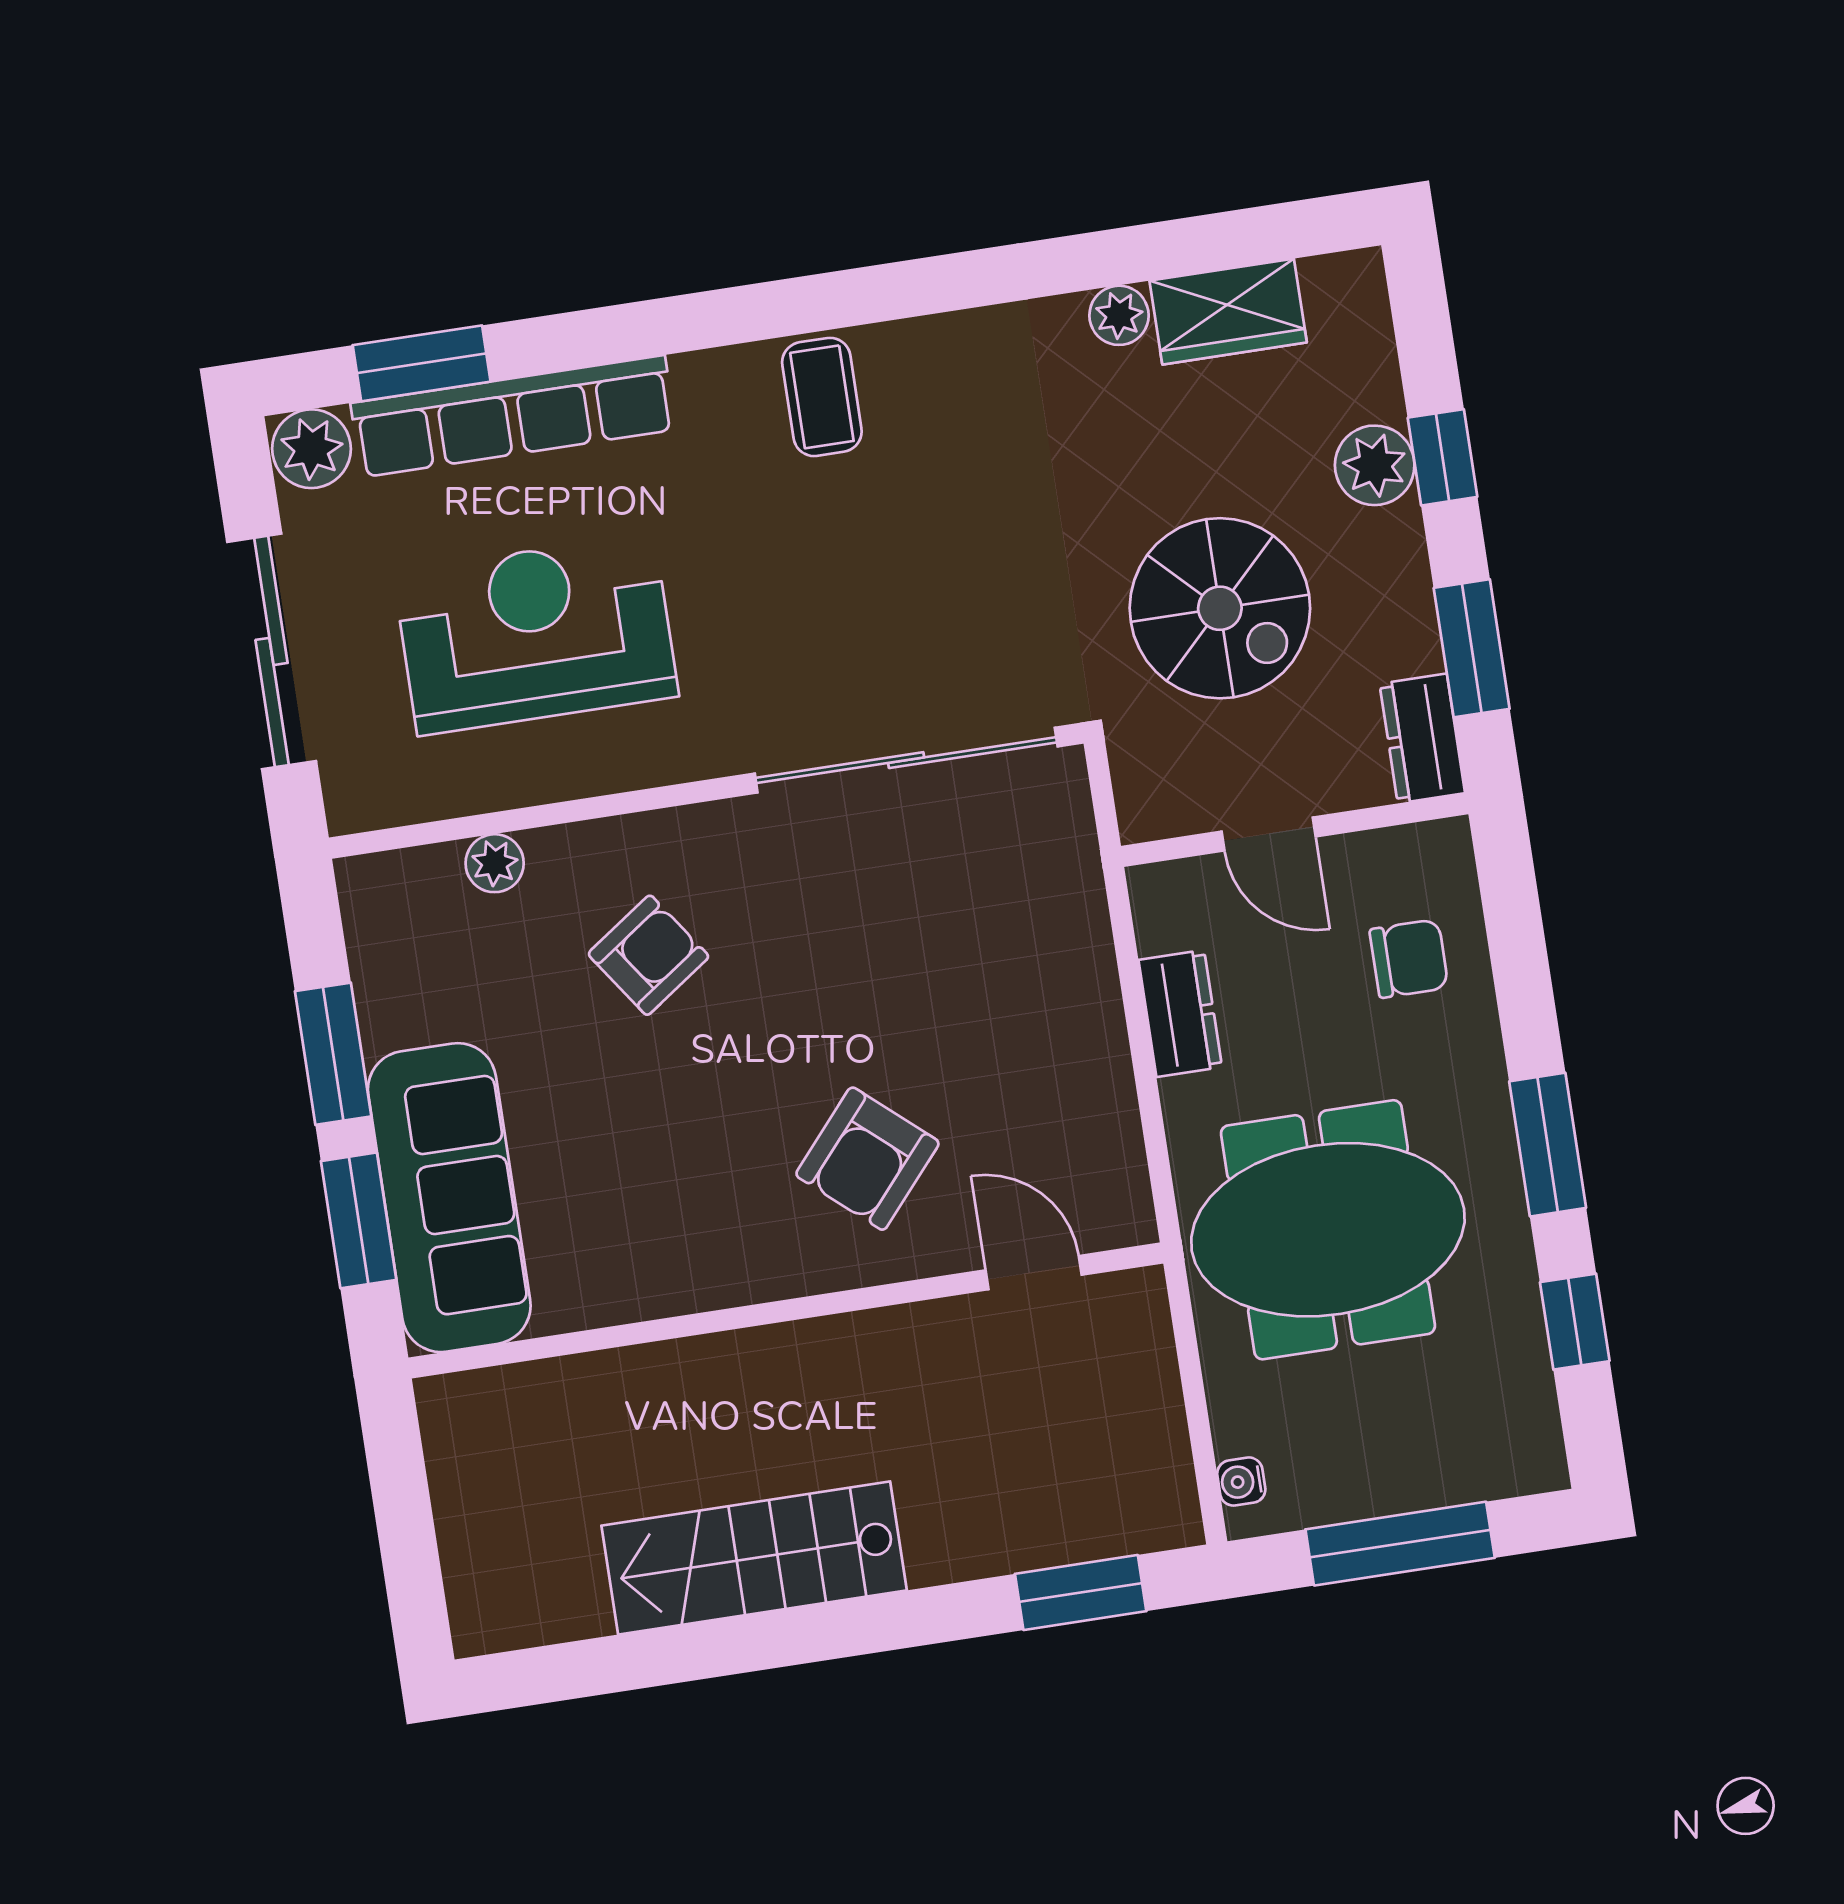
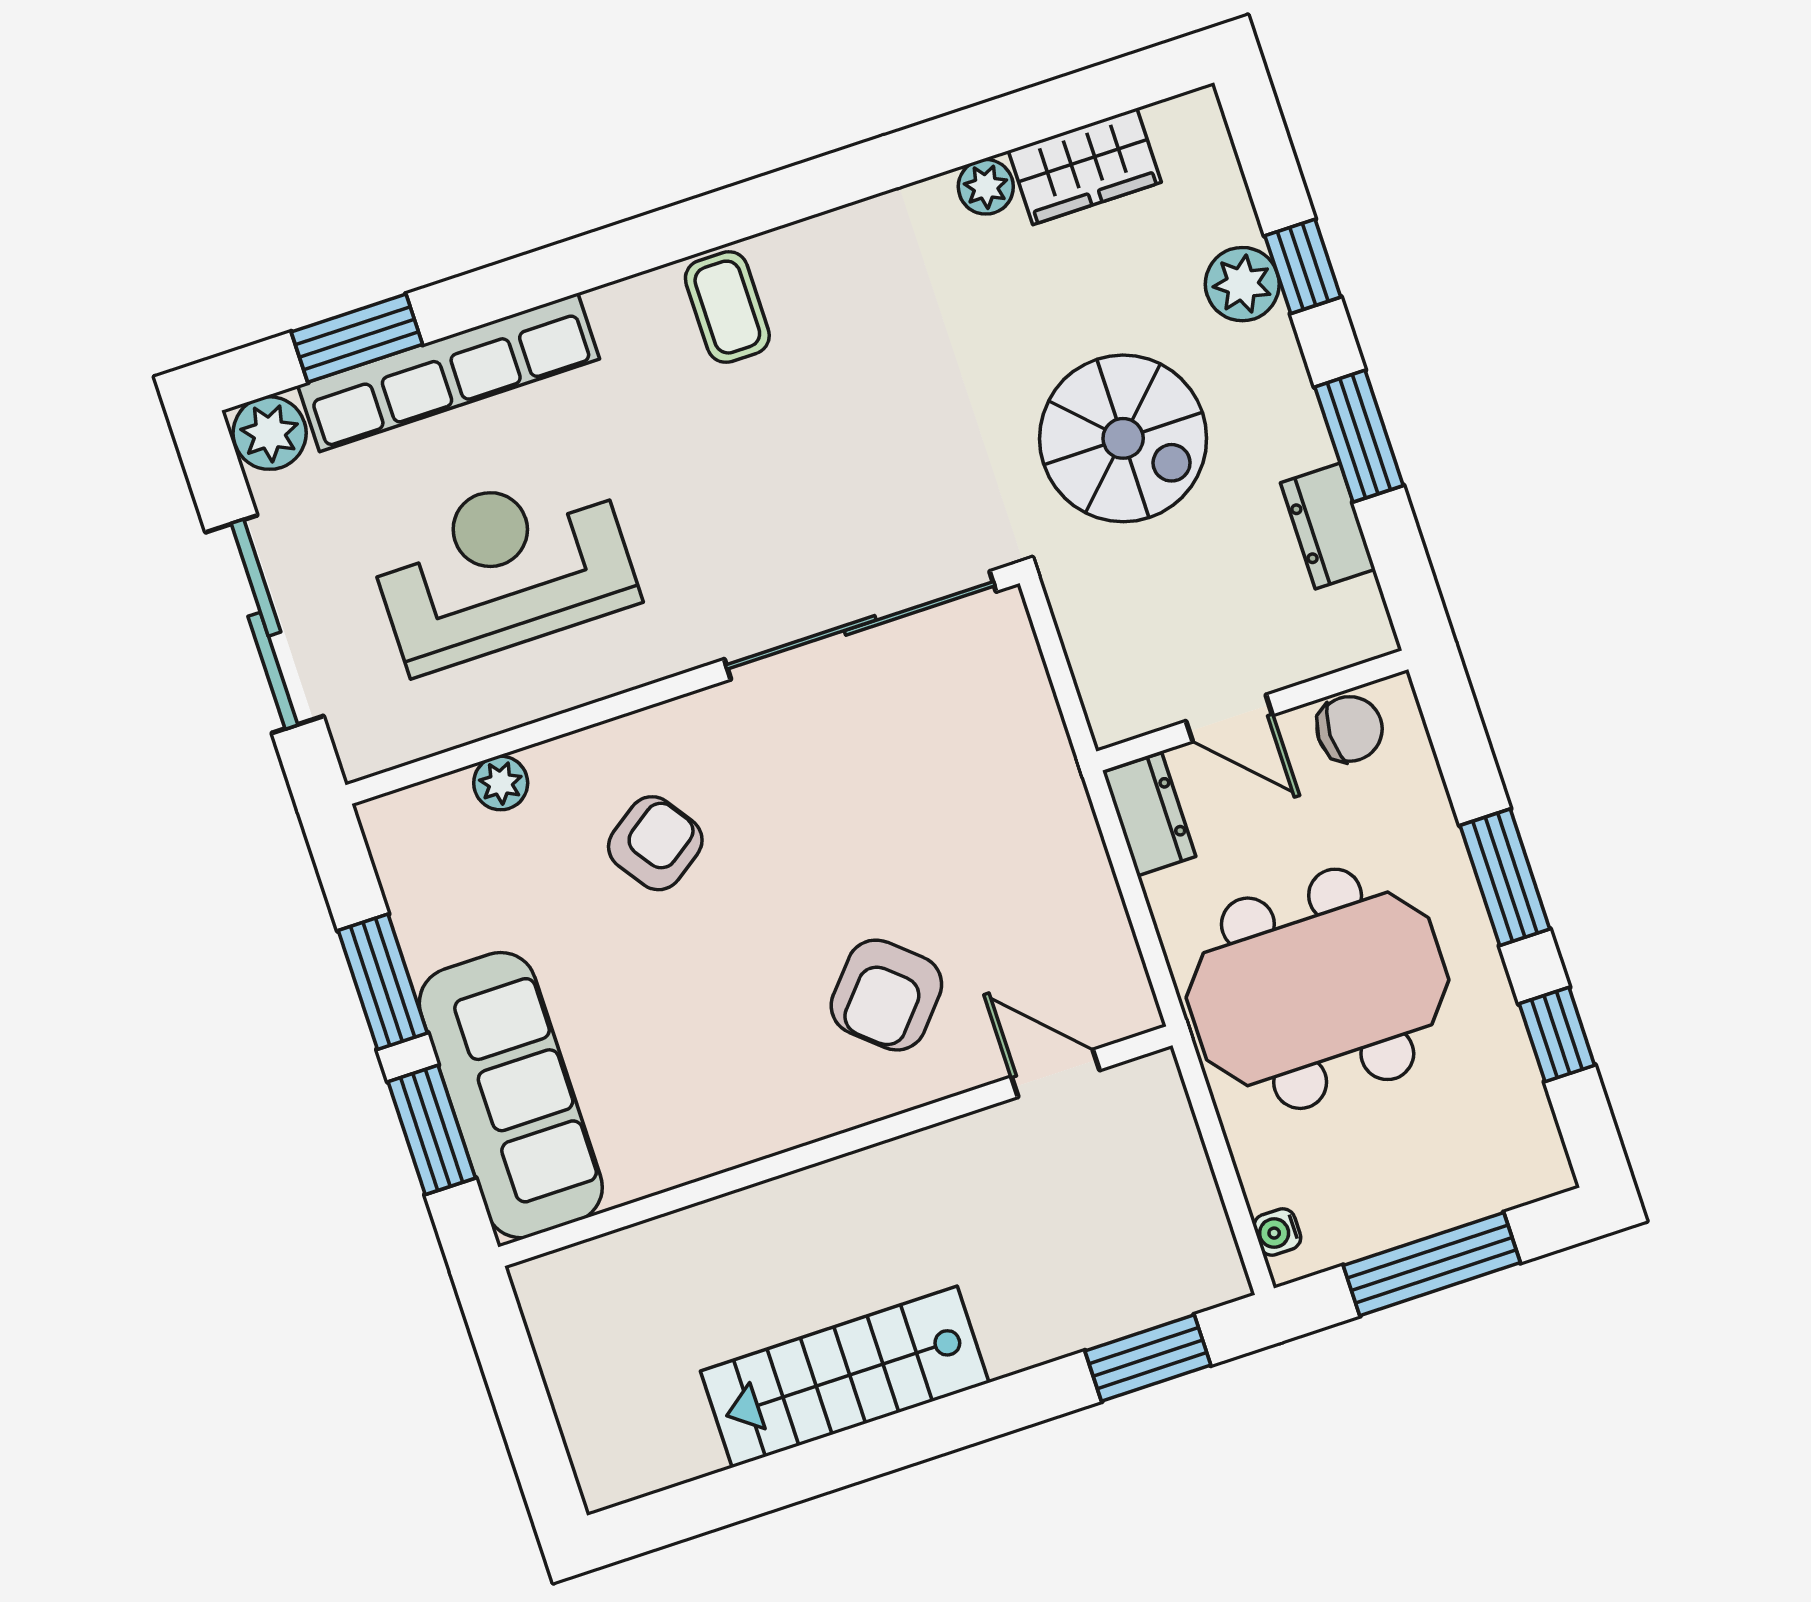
wall: (1295, 830) -> (1252, 710), moved
door: (1269, 834) -> (1229, 718), moved

